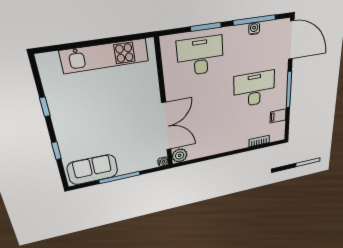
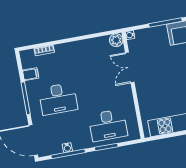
double door: (166, 126) -> (130, 67), width x0.73

